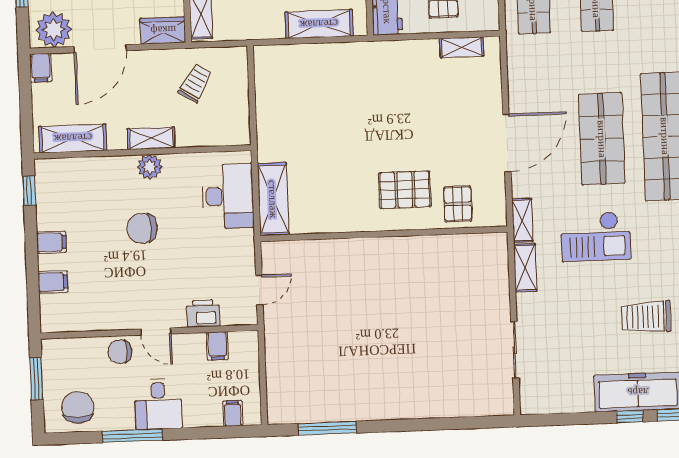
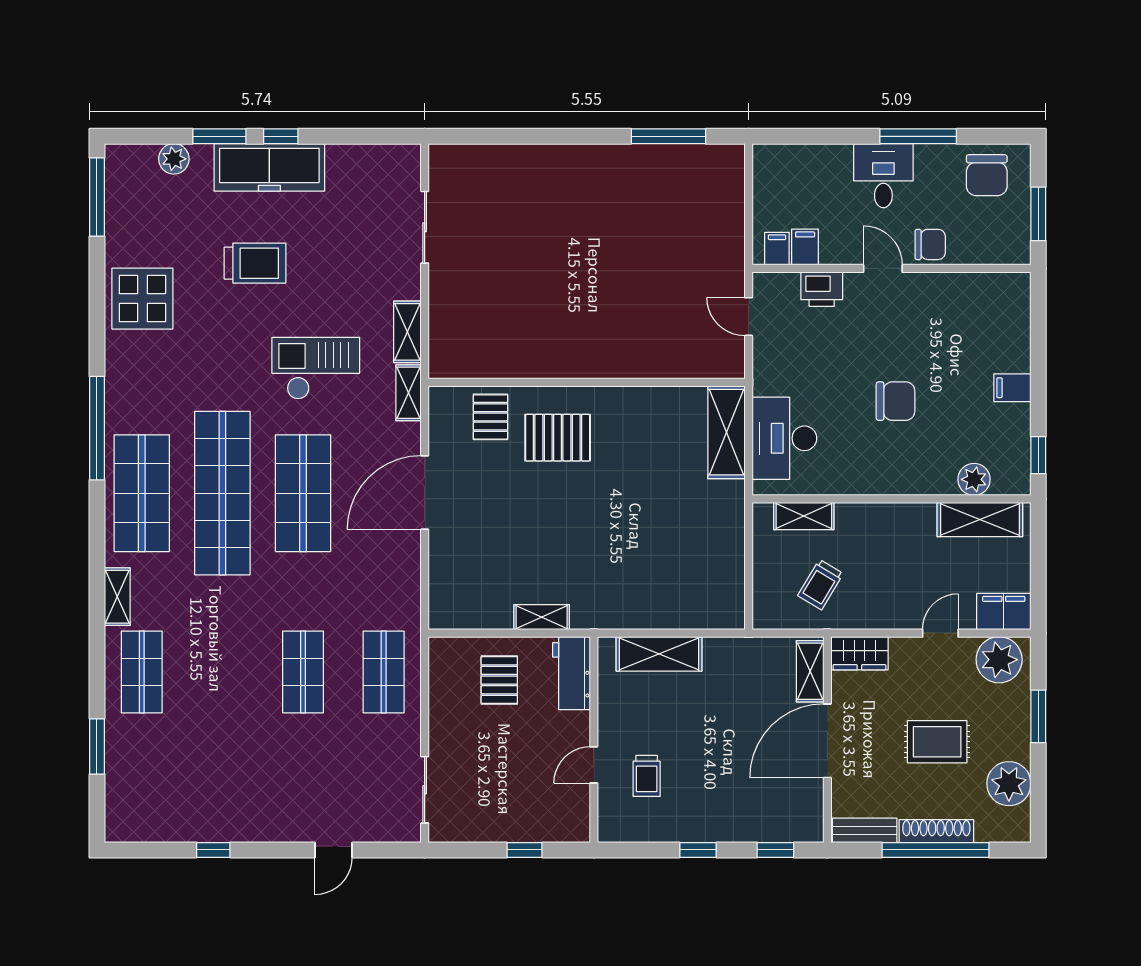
shelving: (462, 47) -> (542, 617), moved
door: (100, 49) -> (940, 633), width x0.53
filing cabinet: (41, 68) -> (1004, 612), width x2.00
shelving: (151, 138) -> (804, 516), moved
plant: (150, 167) -> (974, 479), moved
filing cabinet: (53, 282) -> (1012, 337), removed
door: (259, 290) -> (749, 317), hinge flipped
filing cabinet: (233, 413) -> (777, 249), moved, turned 180

